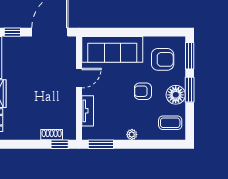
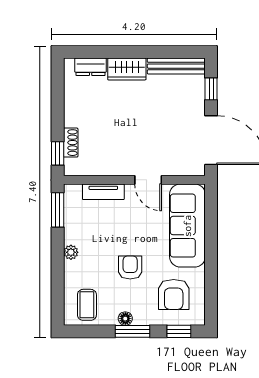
window: (190, 56) -> (179, 331), width x0.67
floor lamp: (176, 95) -> (125, 319), width x0.53, depth x0.53

